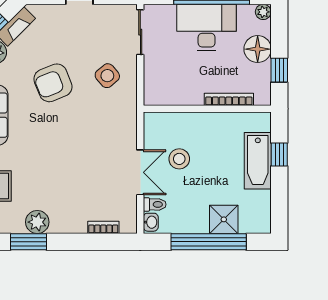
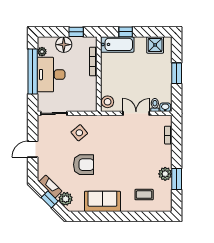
plant: (263, 12) -> (42, 52), moved
armchair: (53, 83) -> (84, 165), turned -68
stool: (179, 159) -> (108, 102), moved
bathtub: (258, 161) -> (117, 44), moved
shower: (224, 219) -> (155, 45), moved
window: (209, 242) -> (177, 73), width x0.47

